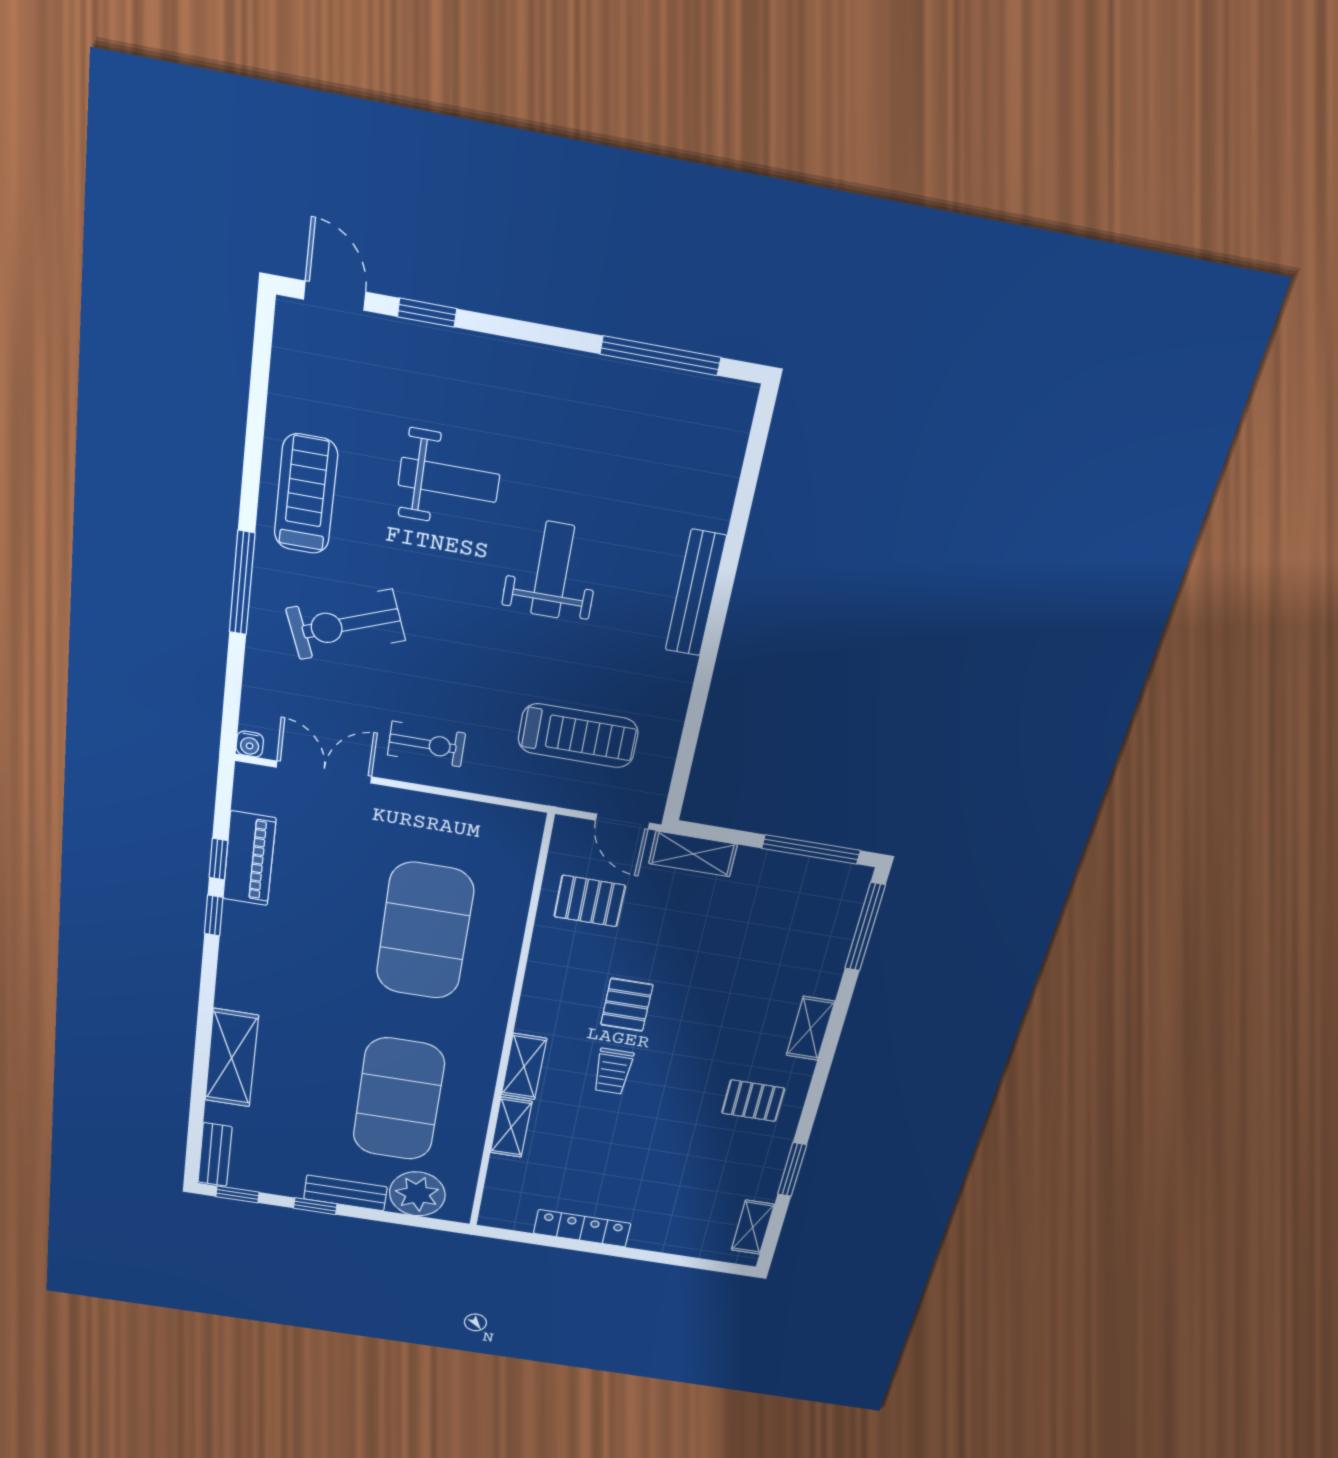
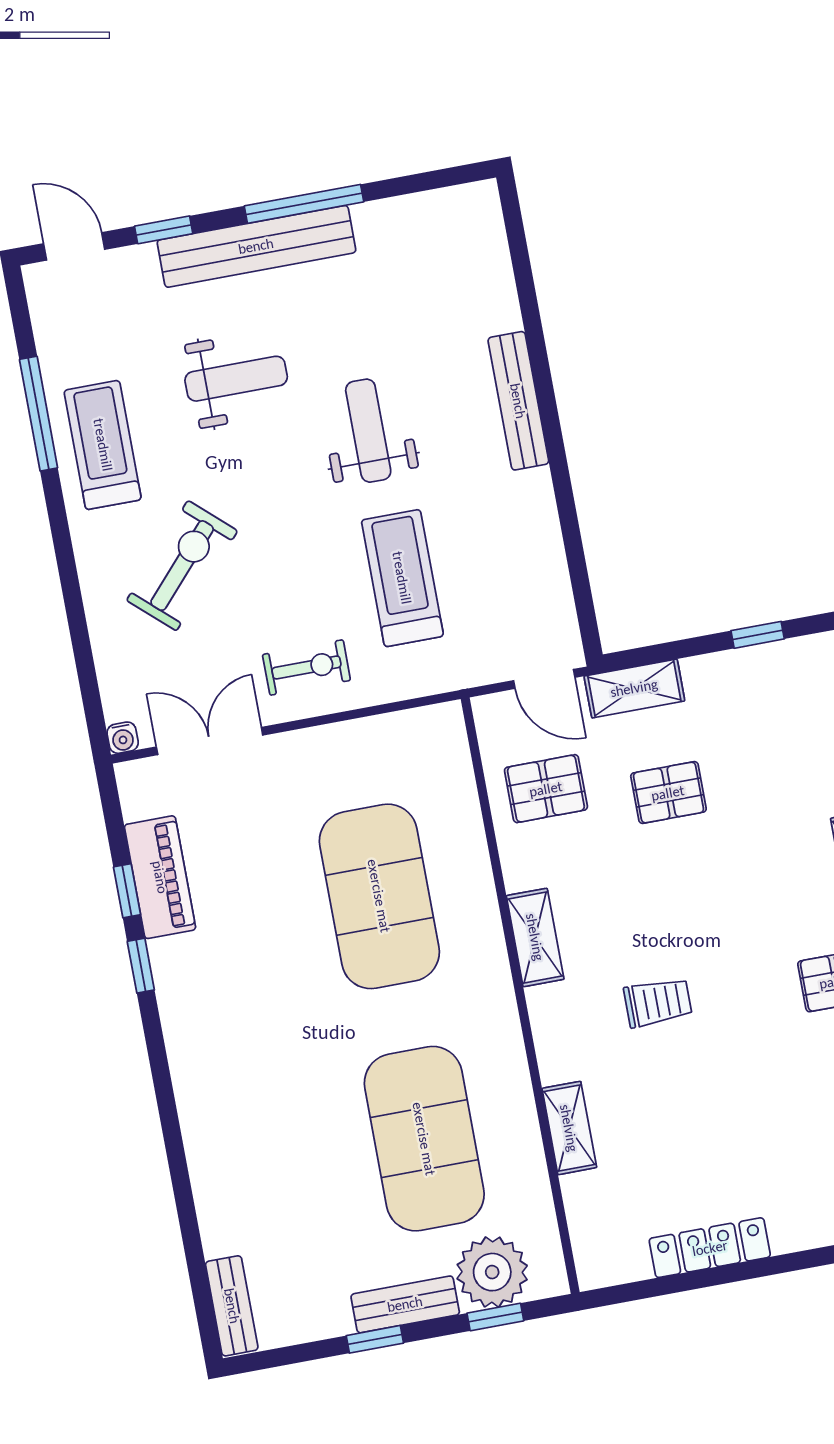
window: (660, 356) -> (304, 204), moved
bench: (511, 363) -> (256, 246), added
window: (242, 583) -> (39, 414), moved
exercise bike: (346, 624) -> (182, 566), turned 153
treadmill: (578, 736) -> (402, 578), moved, turned -90
window: (811, 849) -> (758, 635), width x0.46
pallet: (627, 1005) -> (668, 793), moved, turned 90
shelving: (232, 1058) -> (213, 1154), removed
shelving: (524, 1067) -> (535, 937), moved
trolley: (613, 1071) -> (658, 1002), turned -90
window: (238, 1194) -> (495, 1317), moved

